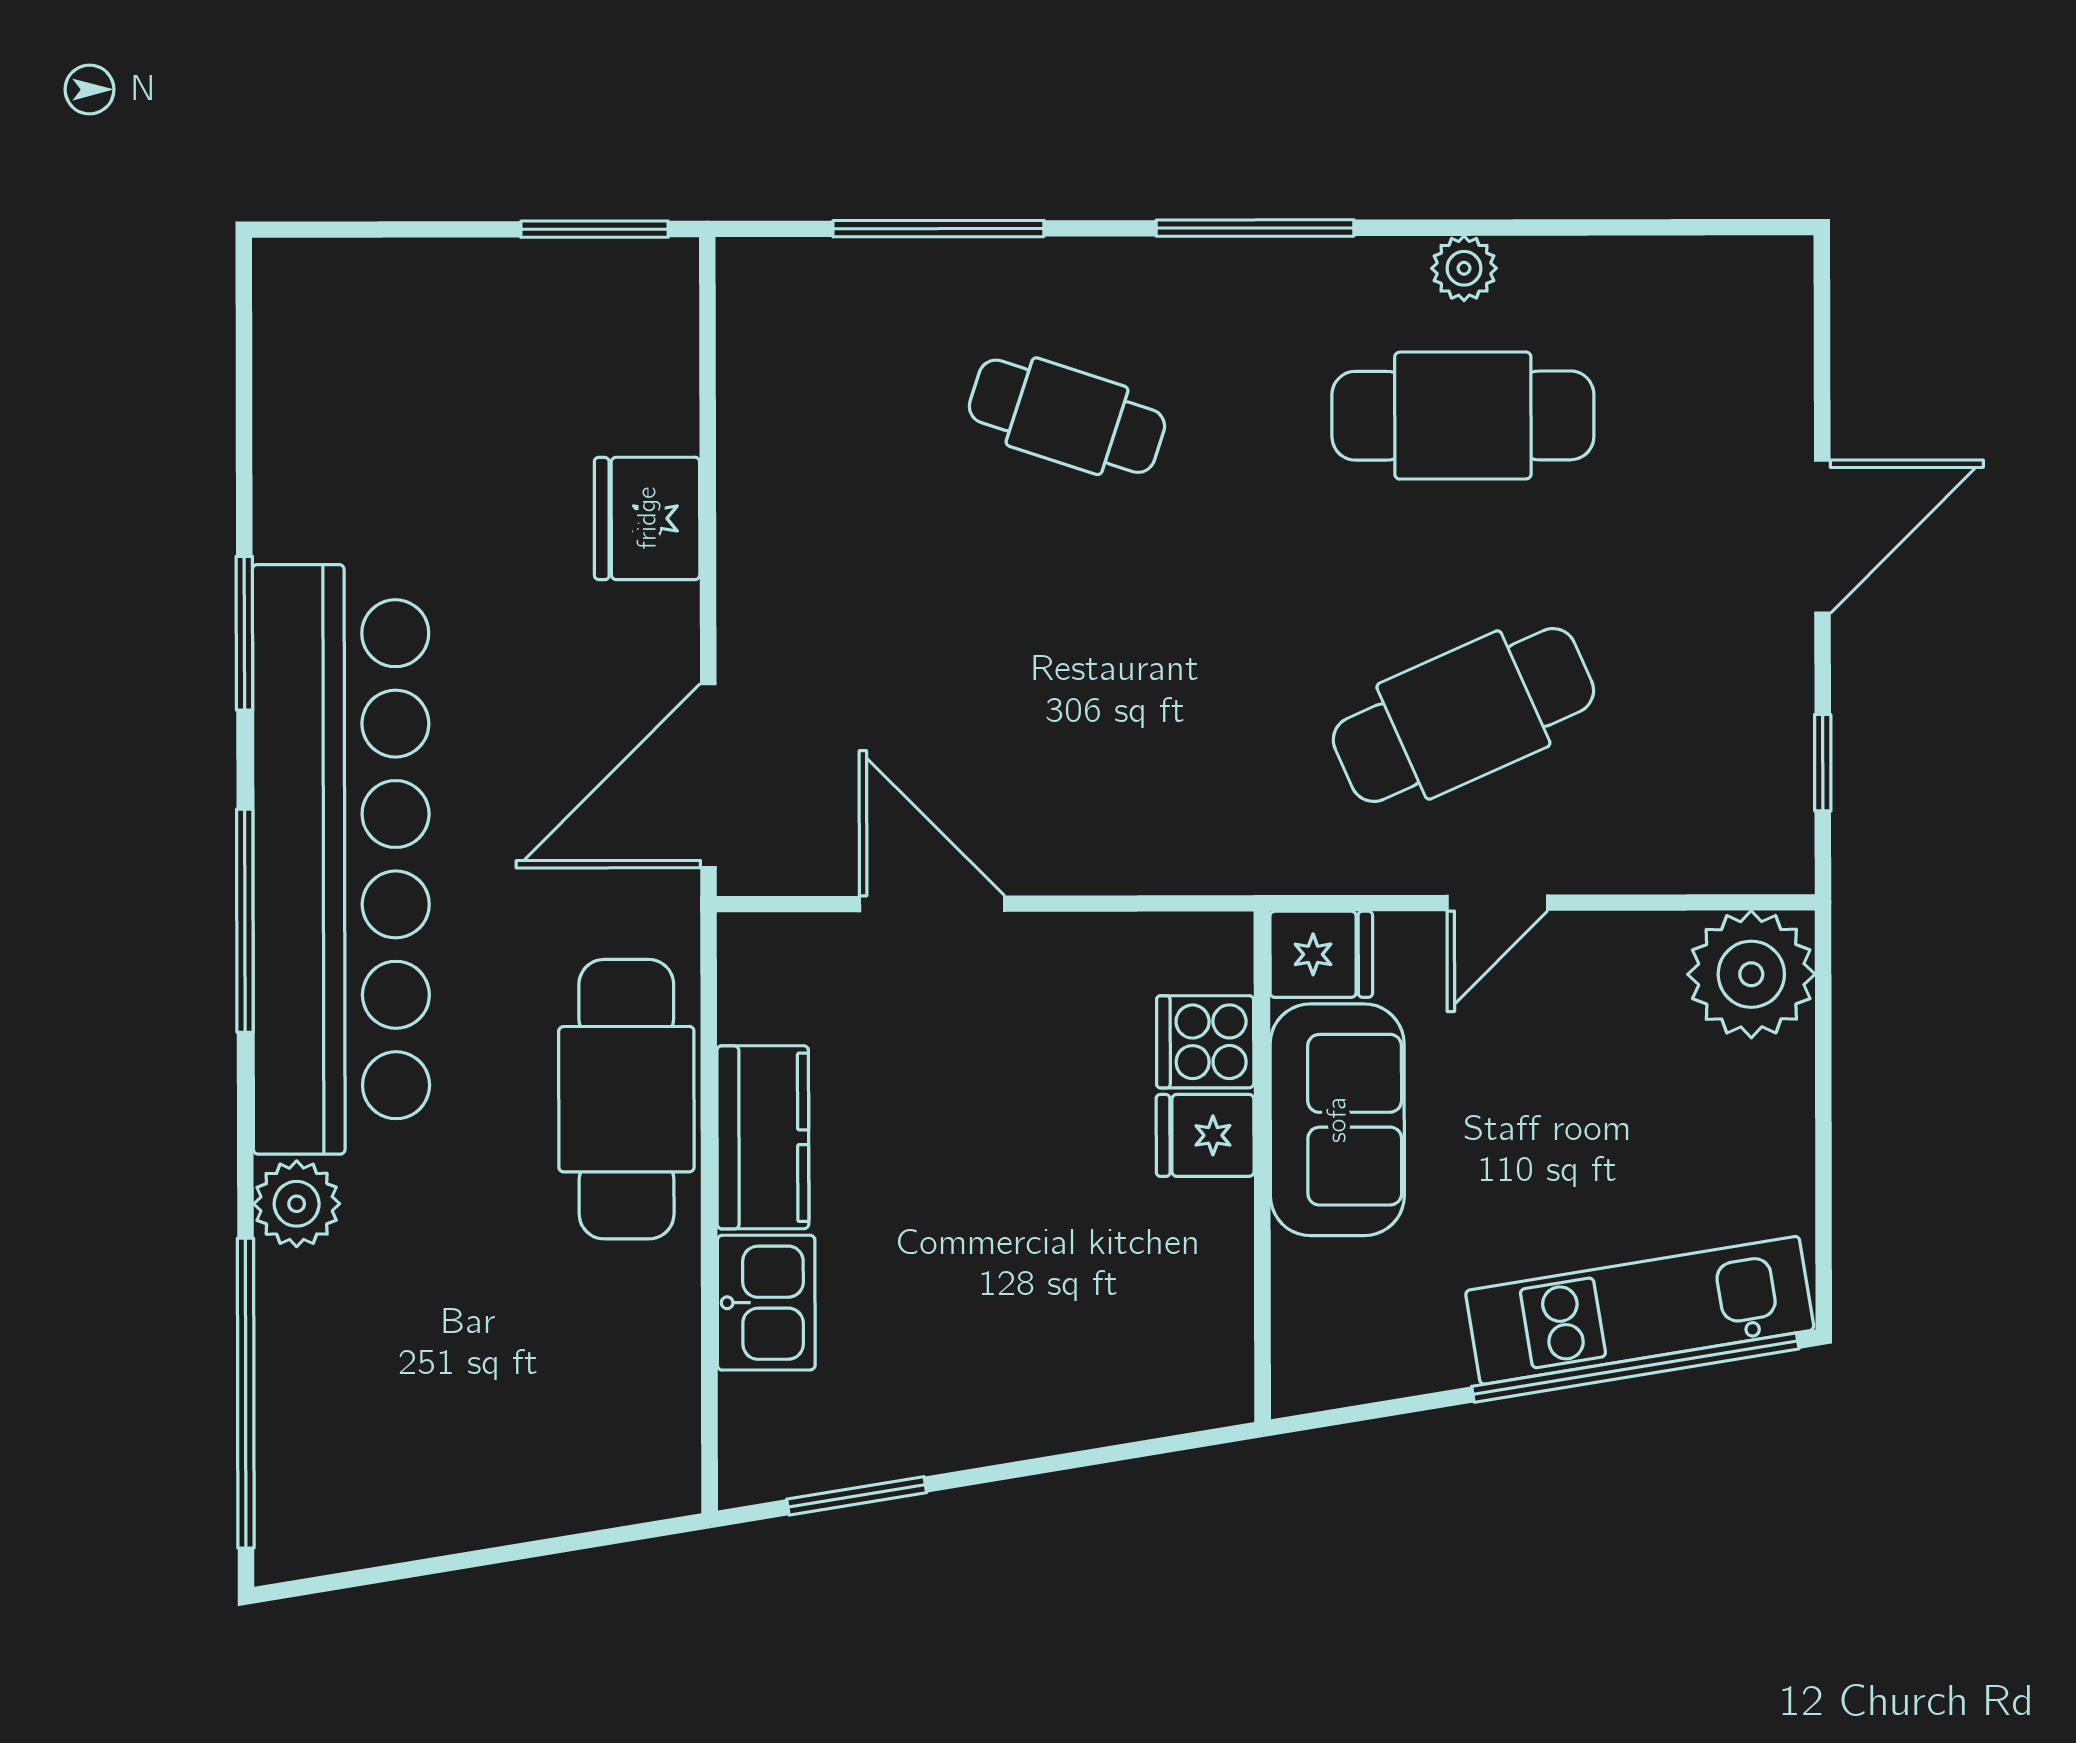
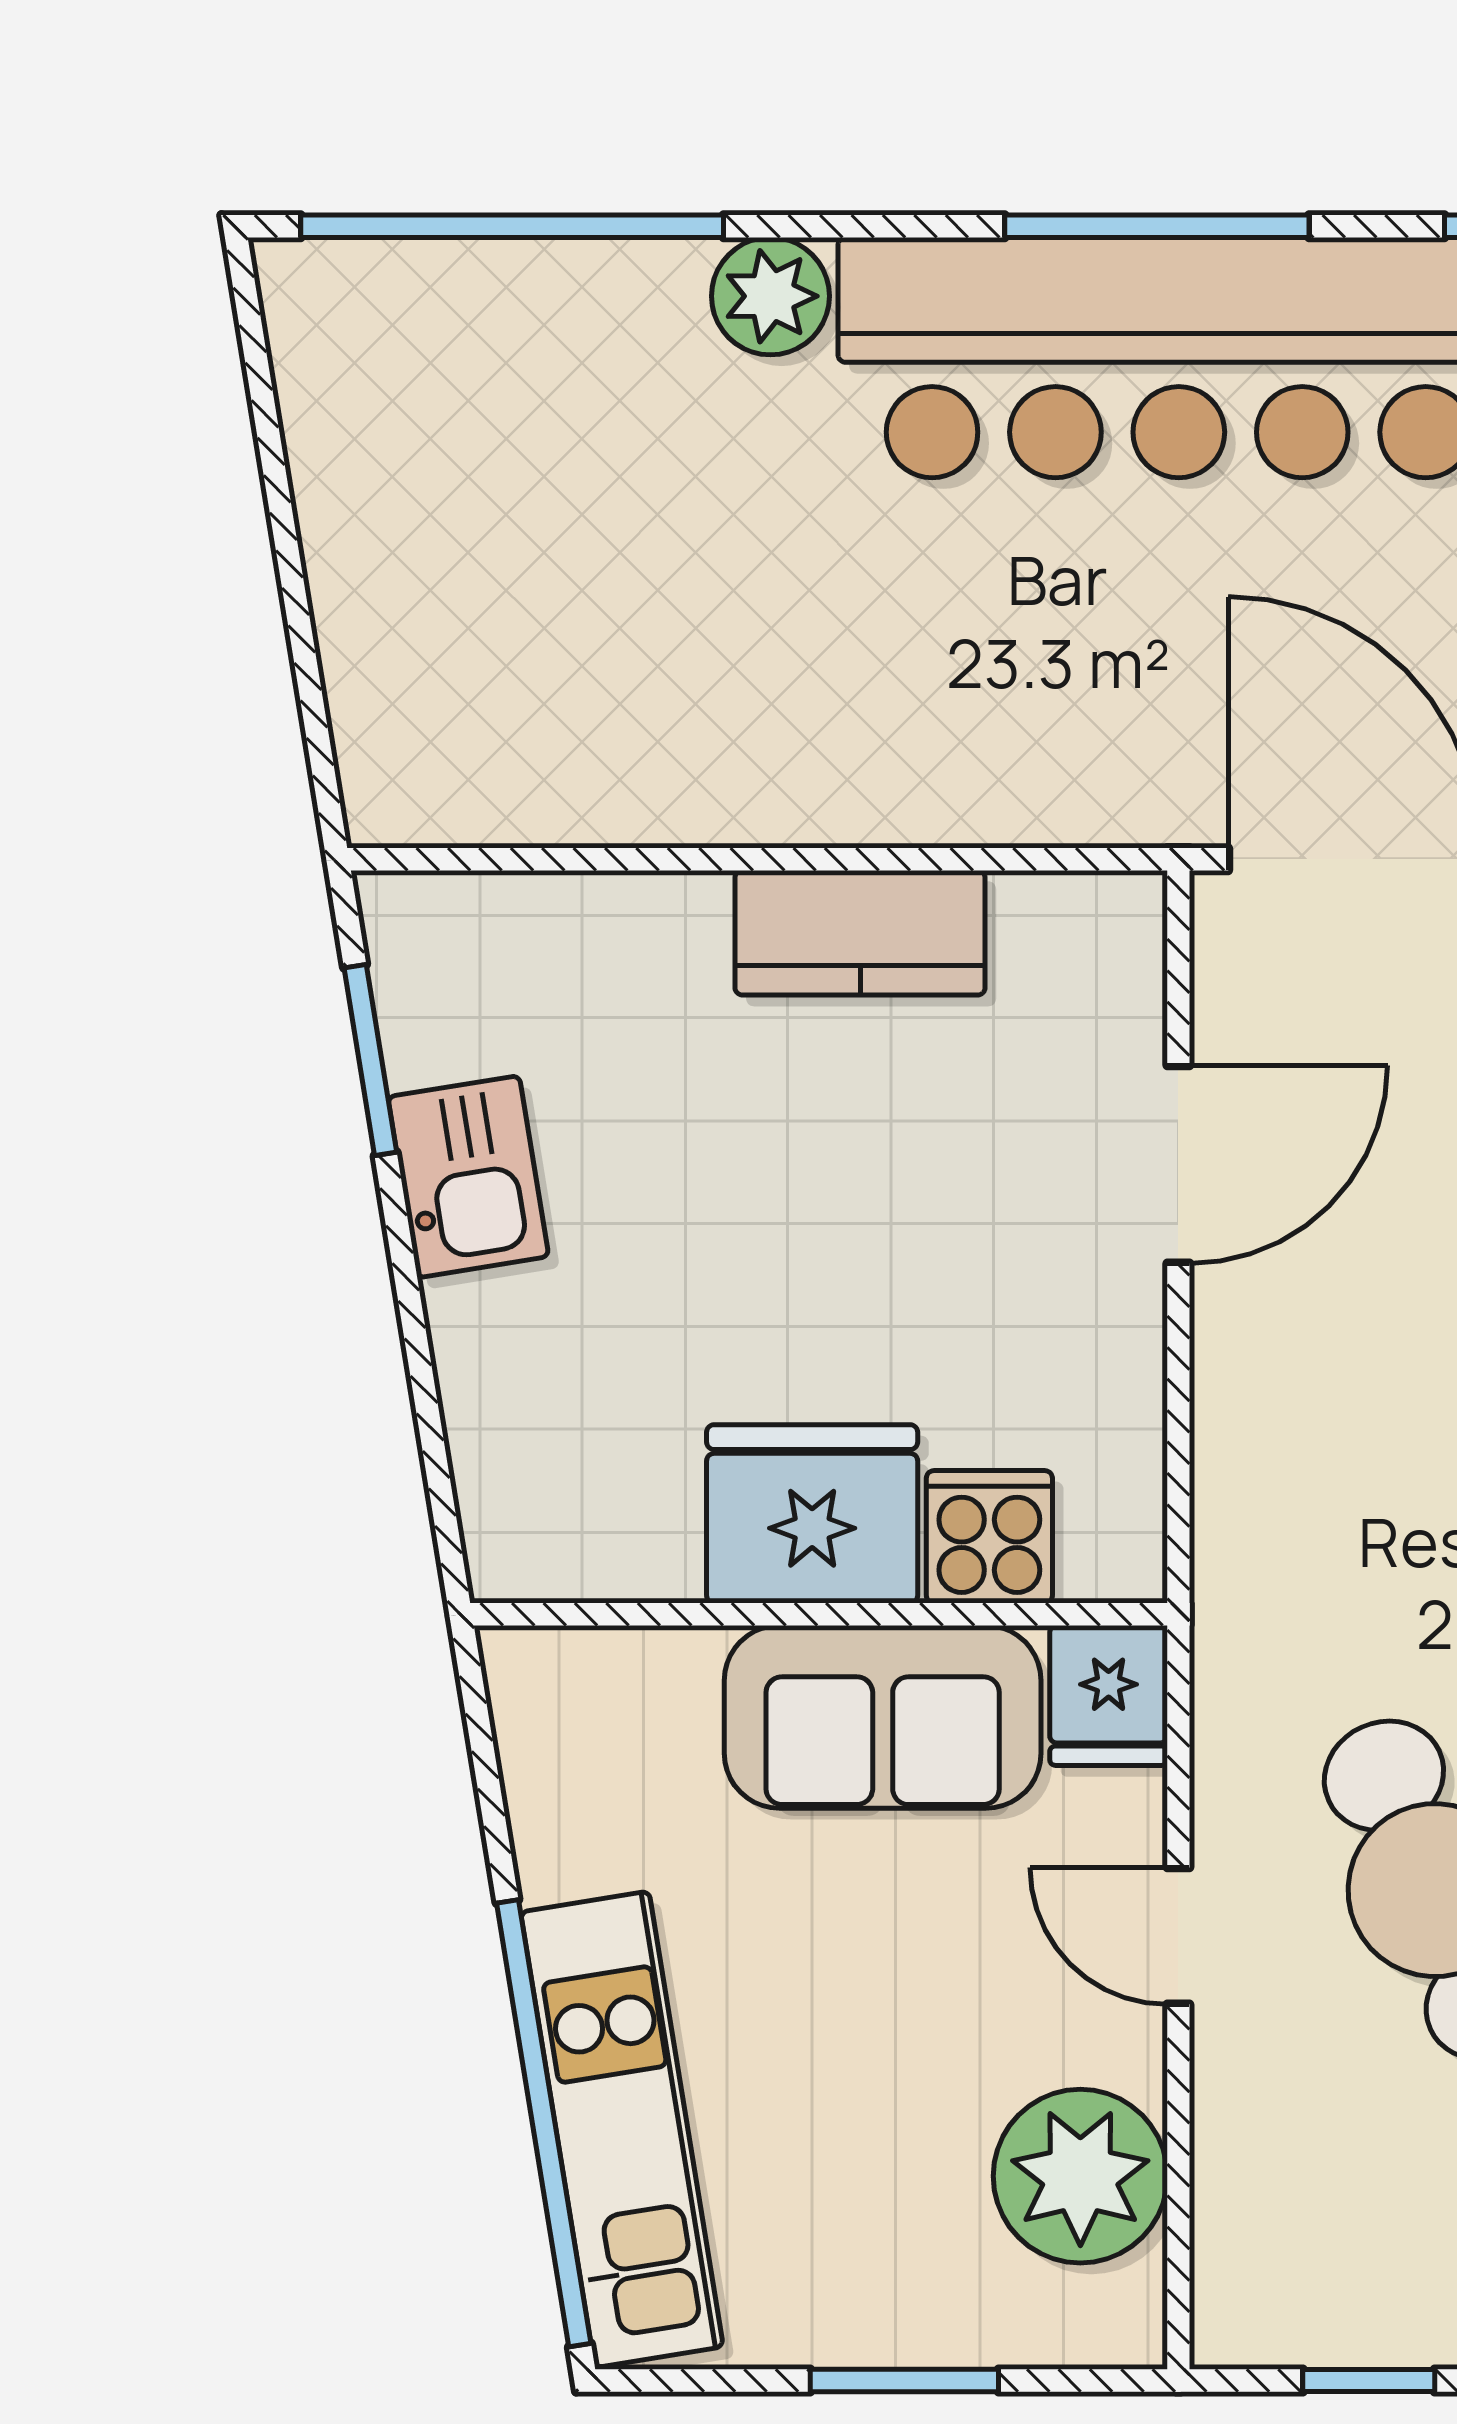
plant: (1751, 974) -> (1080, 2176), moved
cafe table: (626, 1099) -> (912, 747), removed
window: (1823, 1103) -> (904, 2381), added
fridge: (1205, 1135) -> (812, 1514), width x1.88, depth x1.34
kitchen sink: (766, 1303) -> (468, 1177), moved, turned -99

